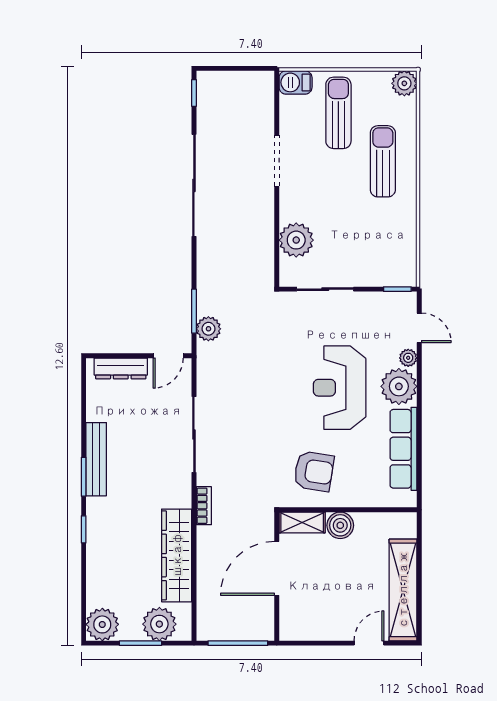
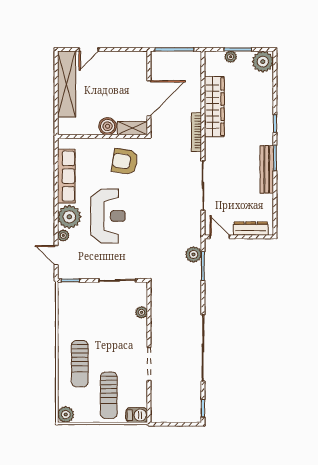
plant: (296, 240) -> (142, 312), width x0.53, depth x0.53
door: (168, 356) -> (220, 237), hinge flipped
bookcase: (204, 506) -> (197, 132), width x1.56
plant: (159, 624) -> (231, 57), width x0.53, depth x0.53

